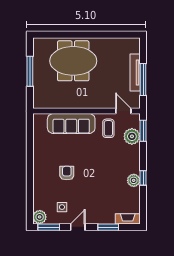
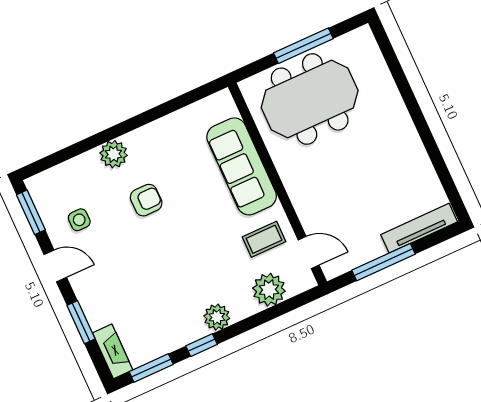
meeting table: (73, 61) -> (310, 99), moved, turned 90
tv unit: (135, 73) -> (419, 228), moved
door: (123, 111) -> (309, 253), hinge flipped
window: (143, 131) -> (151, 368), moved
plant: (134, 180) -> (217, 317), moved
plant: (40, 217) -> (114, 154), moved

